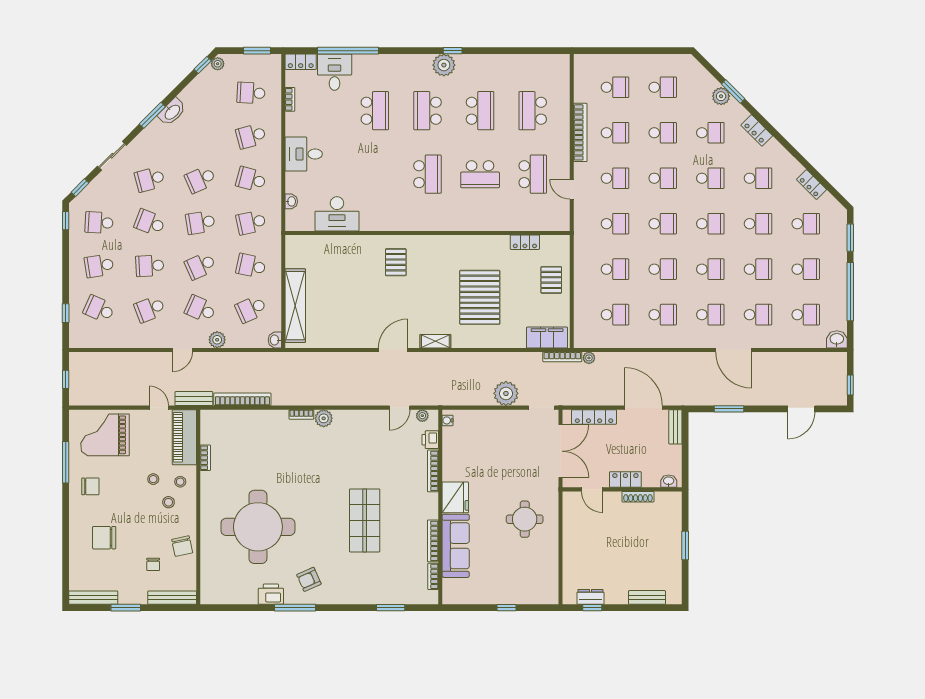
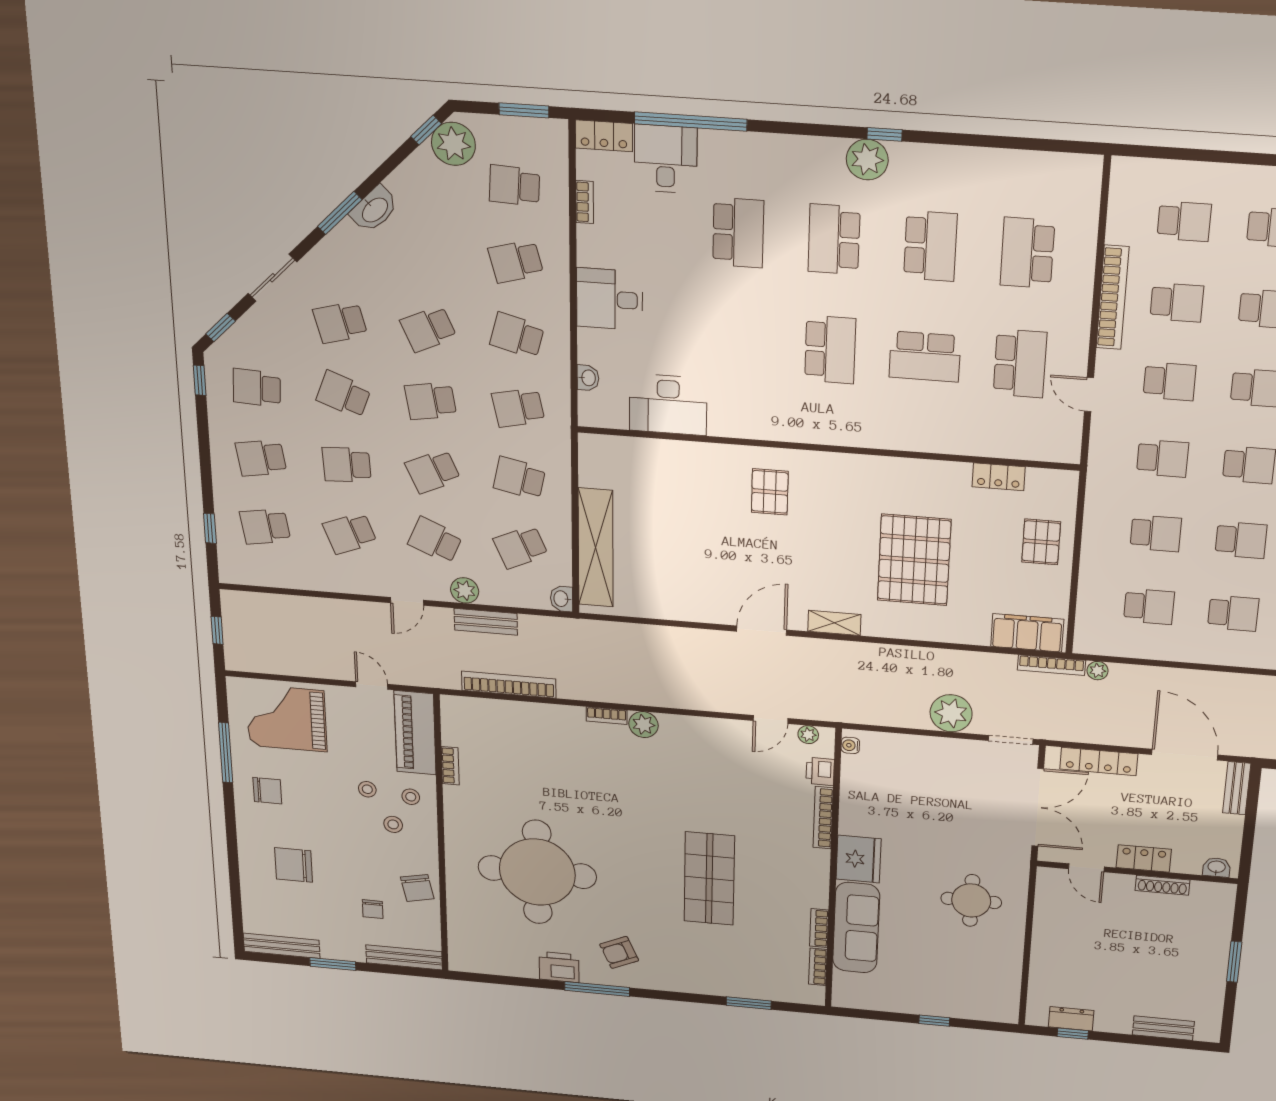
plant: (218, 64) -> (453, 144), width x1.87, depth x1.87
school desk: (99, 309) -> (265, 527), turned -33
bench: (194, 399) -> (486, 622), moved
bookcase: (433, 541) -> (819, 928), width x0.64

